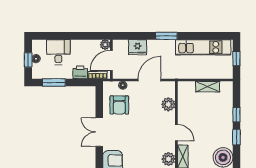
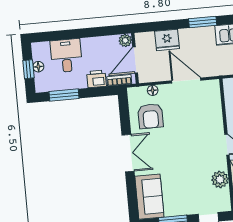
door: (149, 80) -> (186, 80), hinge flipped
plant: (168, 104) -> (213, 109), removed
double door: (99, 132) -> (128, 153), swing flipped

